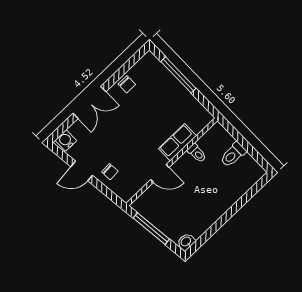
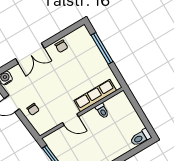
row of seats: (177, 142) -> (95, 96), width x1.48
toilet: (233, 155) -> (141, 138), moved

